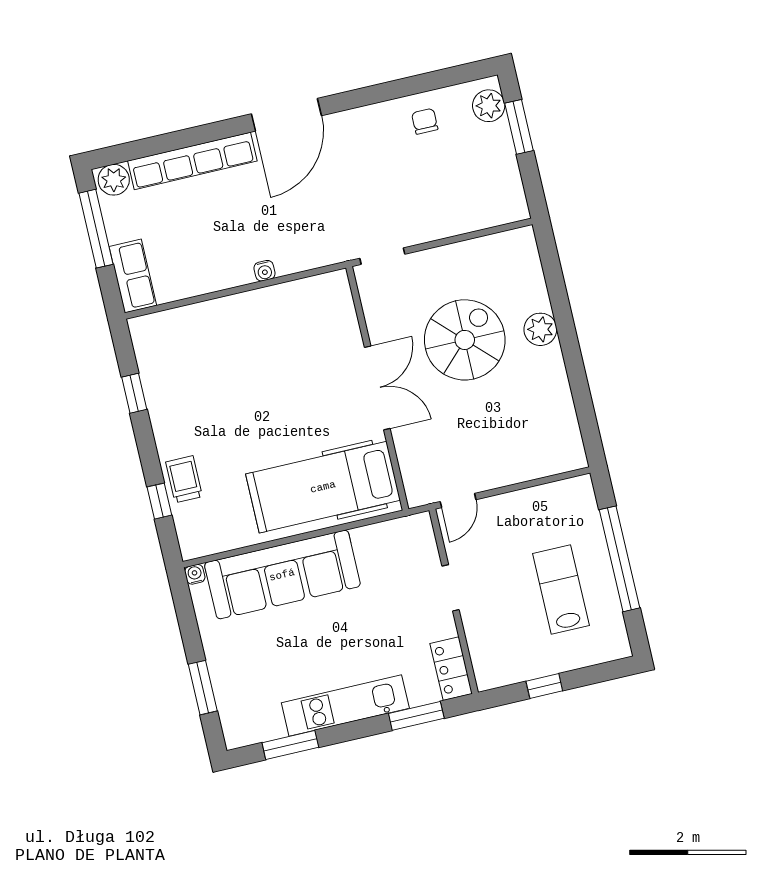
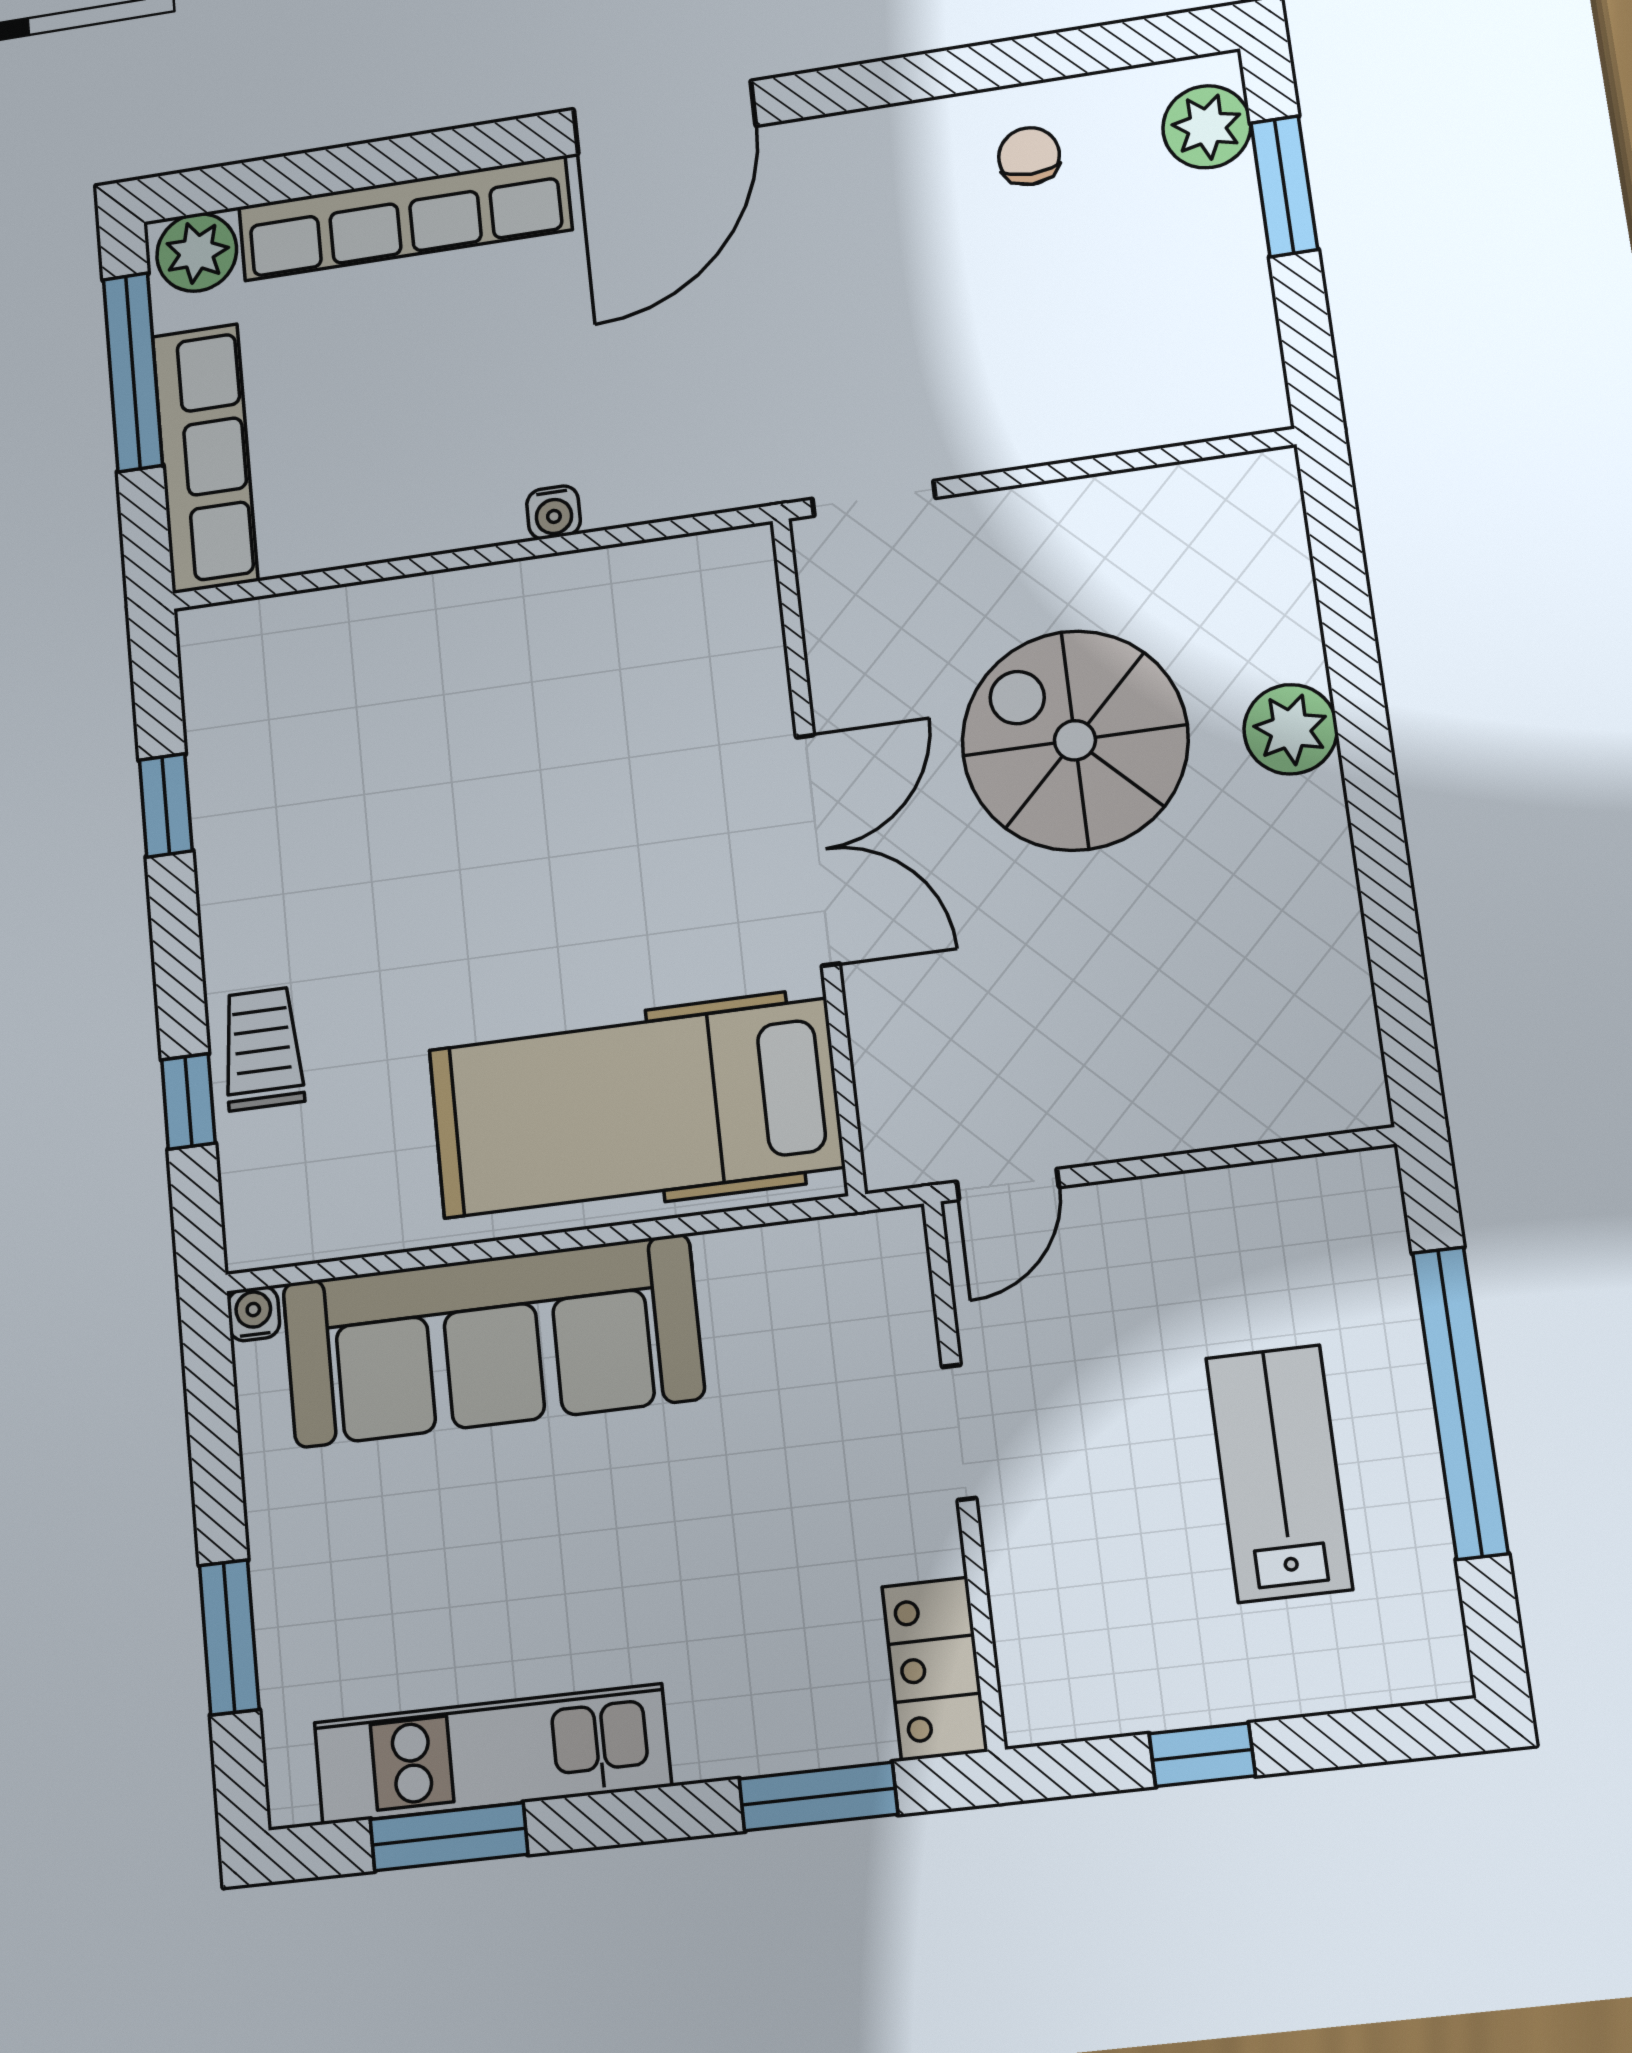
row of seats: (133, 276) -> (205, 458), width x1.48
spiral stairs: (465, 340) -> (1075, 740), turned -90
kitchen unit: (345, 706) -> (492, 1754), moved

